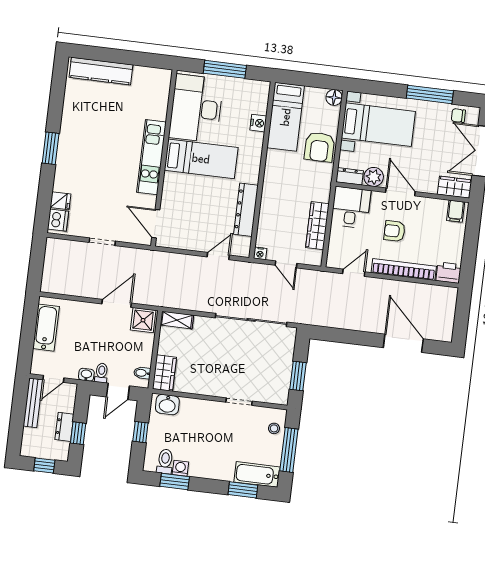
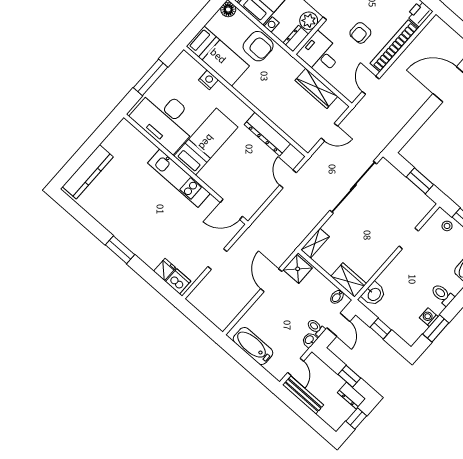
nightstand: (260, 253) -> (308, 146), removed
dresser: (64, 427) -> (351, 396), moved
toilet: (165, 461) -> (443, 295), moved

